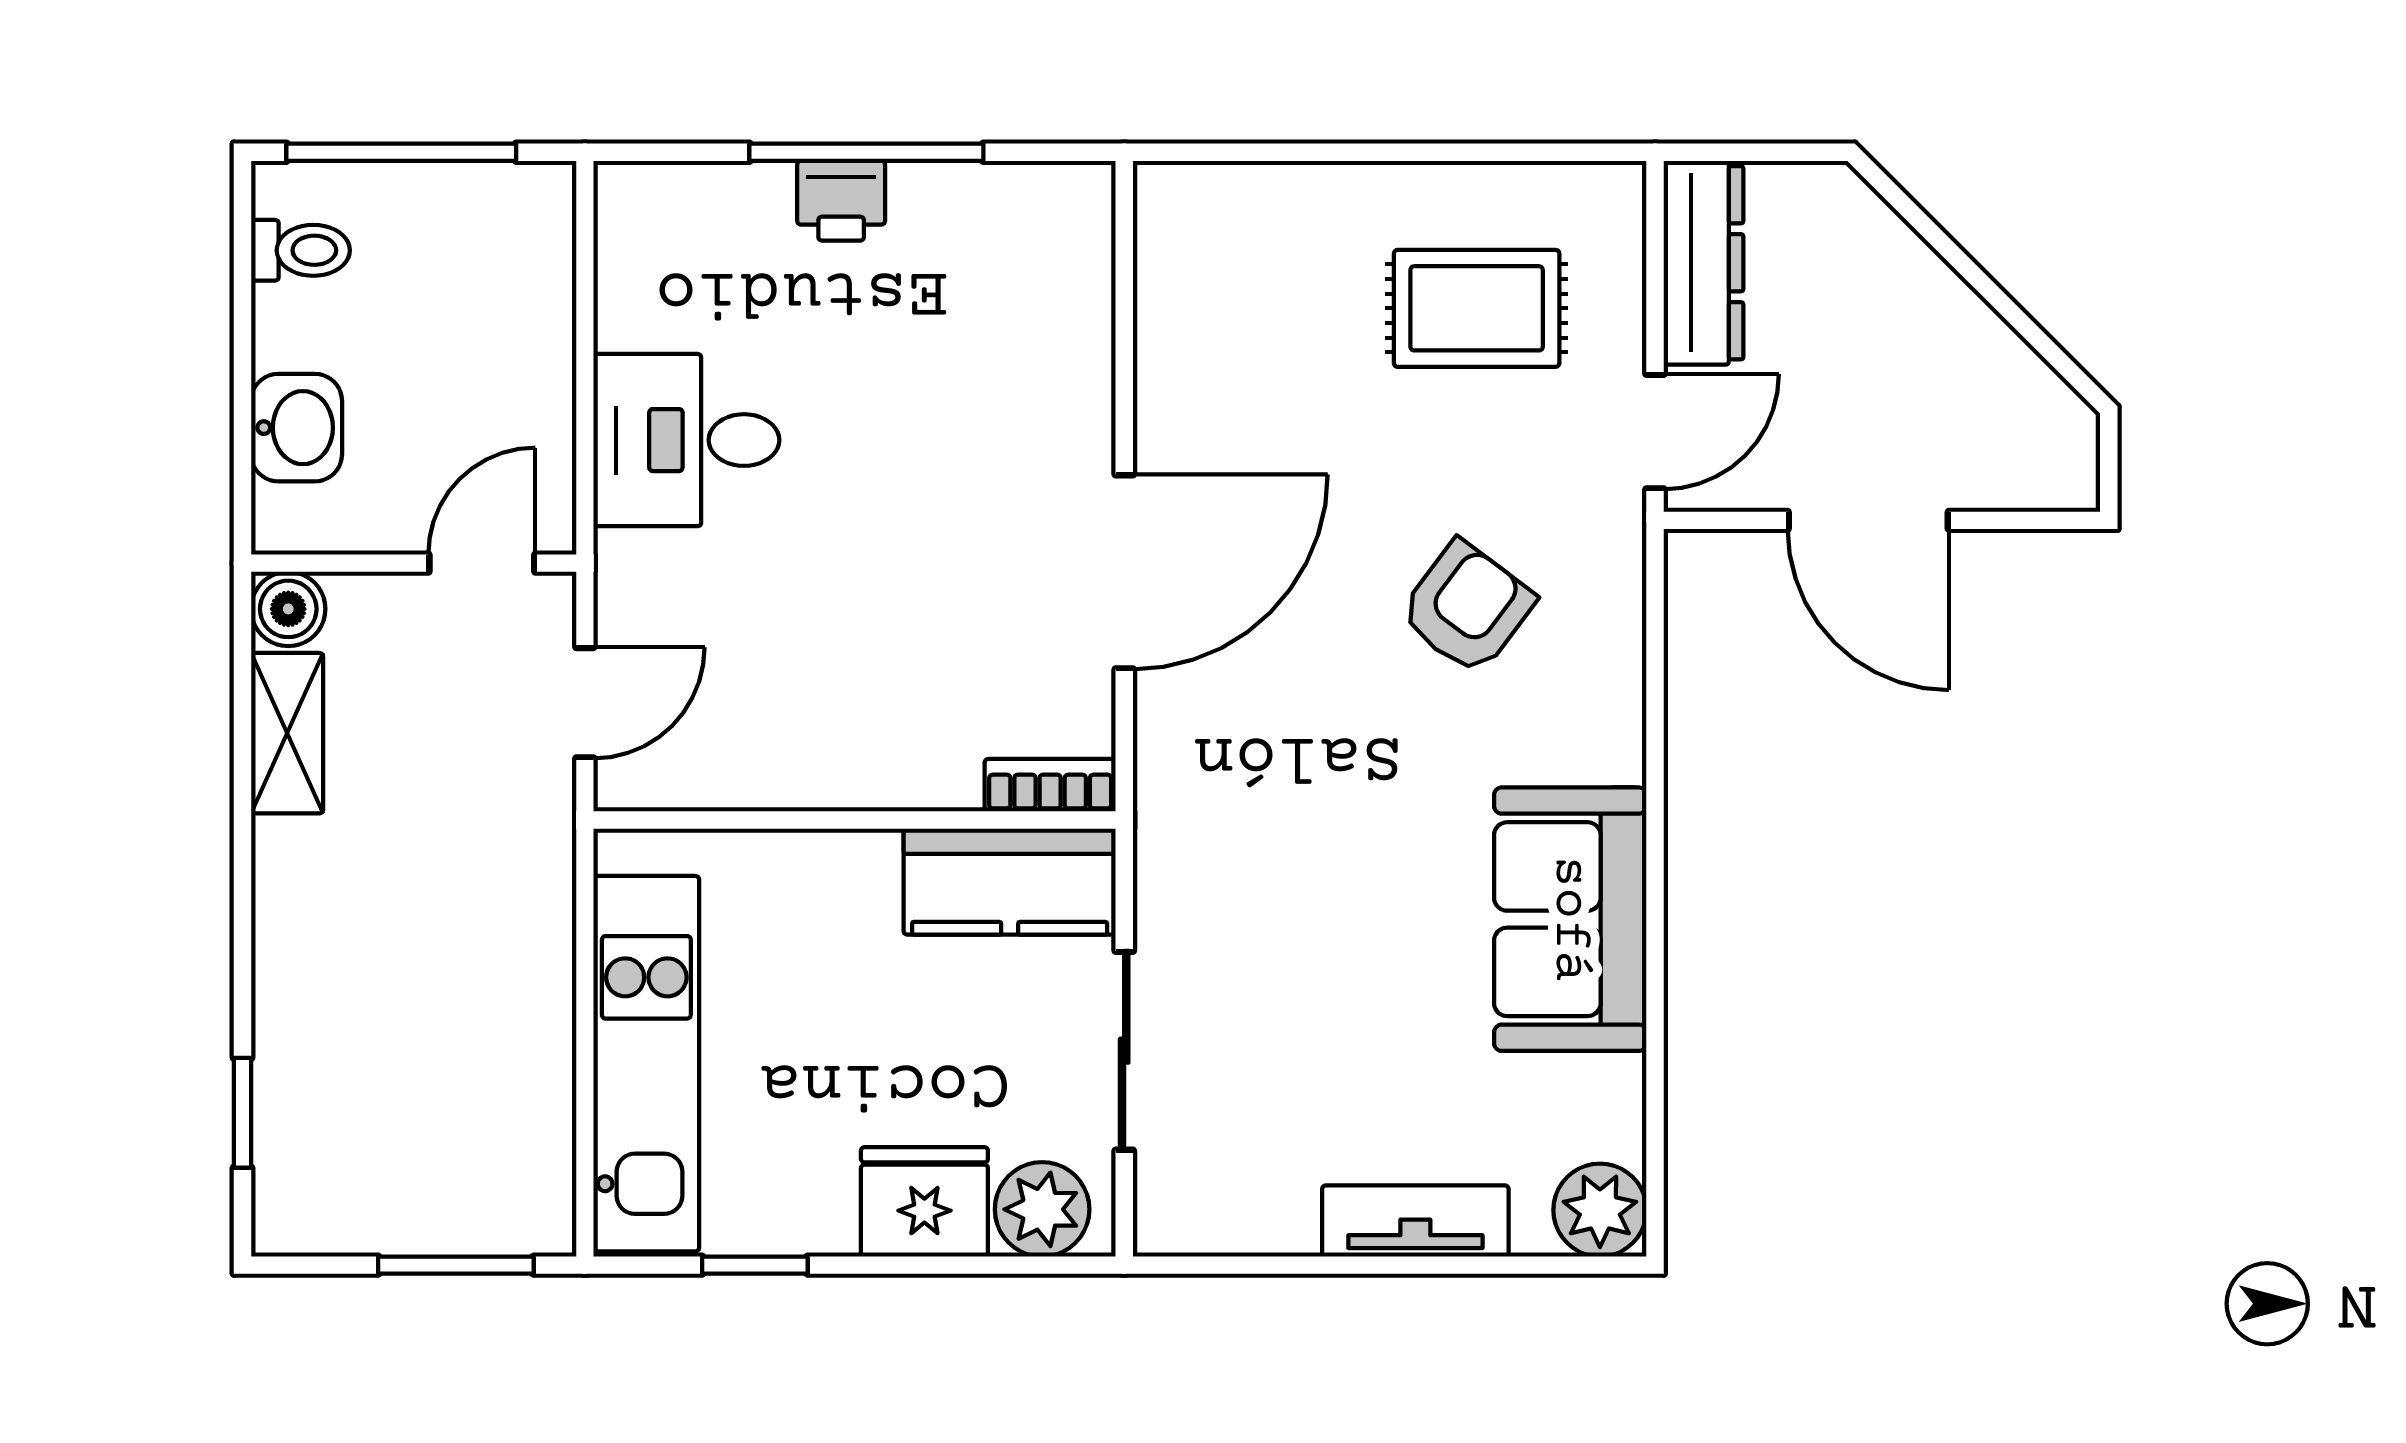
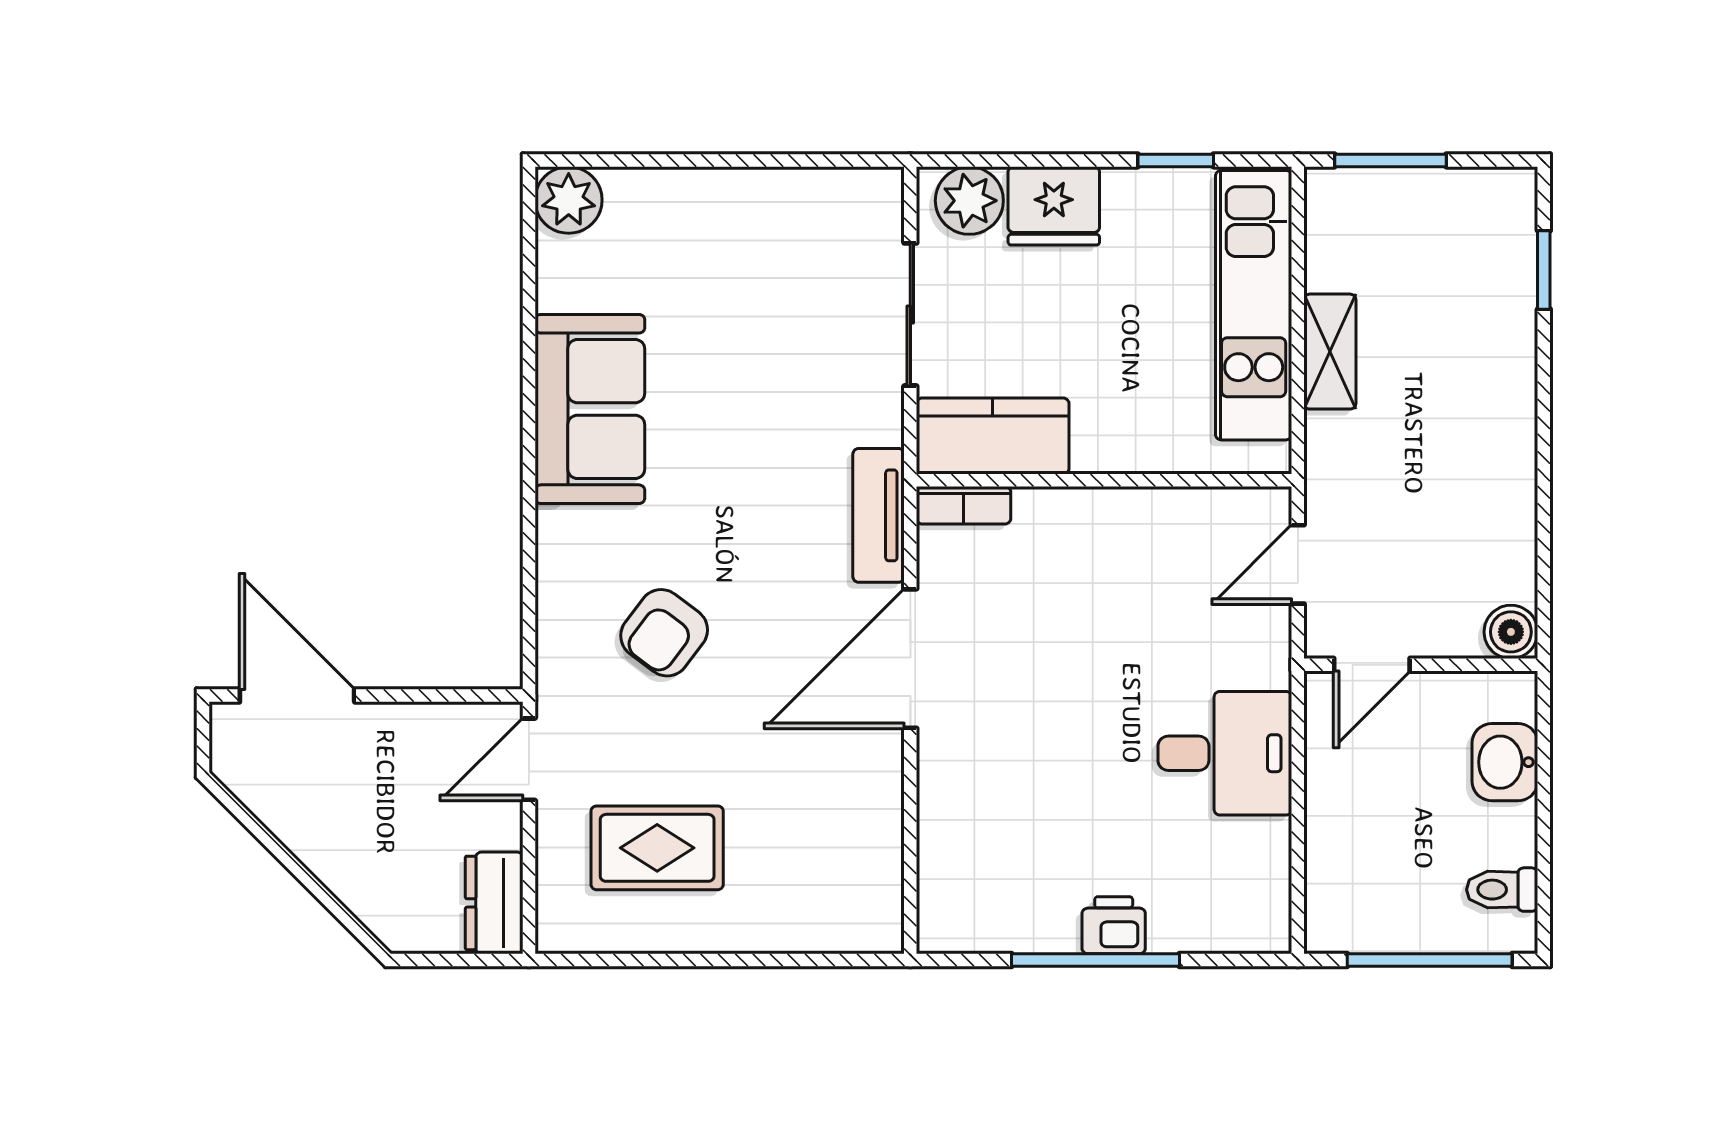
dresser: (1703, 263) -> (494, 903), width x0.70
door: (1868, 520) -> (297, 696), moved
shelving: (287, 733) -> (1330, 352), moved
tv unit: (1415, 1221) -> (879, 515), moved, turned 90

